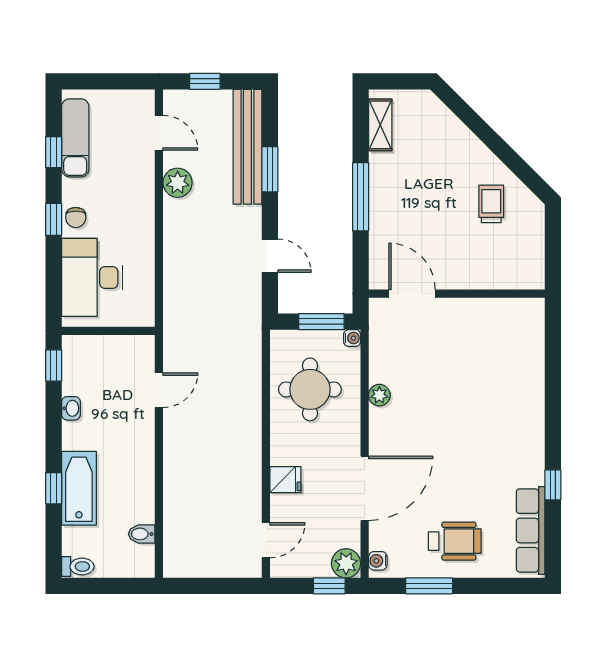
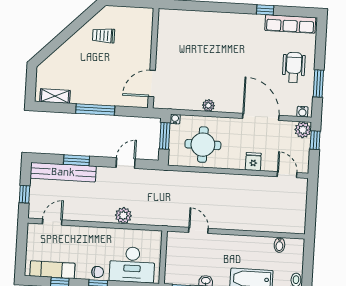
plant: (178, 183) -> (123, 215), moved

